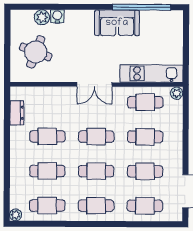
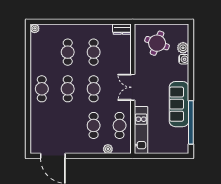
sofa: (117, 23) -> (179, 104), width x1.36
plant: (177, 93) -> (108, 149), moved
dresser: (17, 113) -> (122, 29), moved
cafe table: (145, 171) -> (68, 125), removed
cafe table: (47, 206) -> (42, 52), removed
cafe table: (145, 206) -> (42, 125), removed

